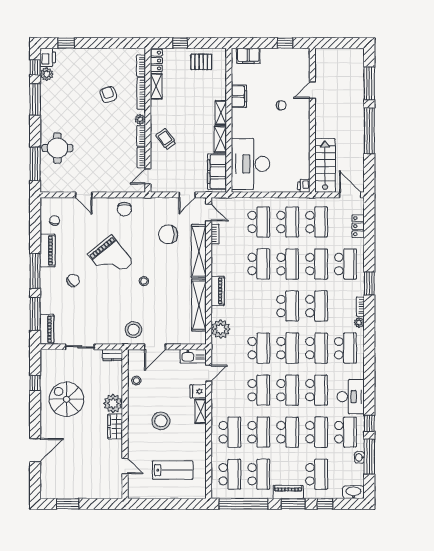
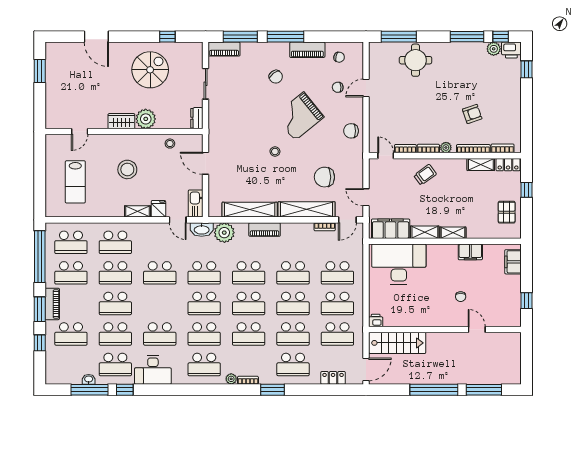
chair: (83, 222) -> (338, 87), added
chair: (168, 234) -> (324, 177), turned -90
stool: (133, 330) -> (224, 140), removed
school desk: (288, 390) -> (249, 273), moved
washbasin: (353, 492) -> (202, 229), moved, turned 90

